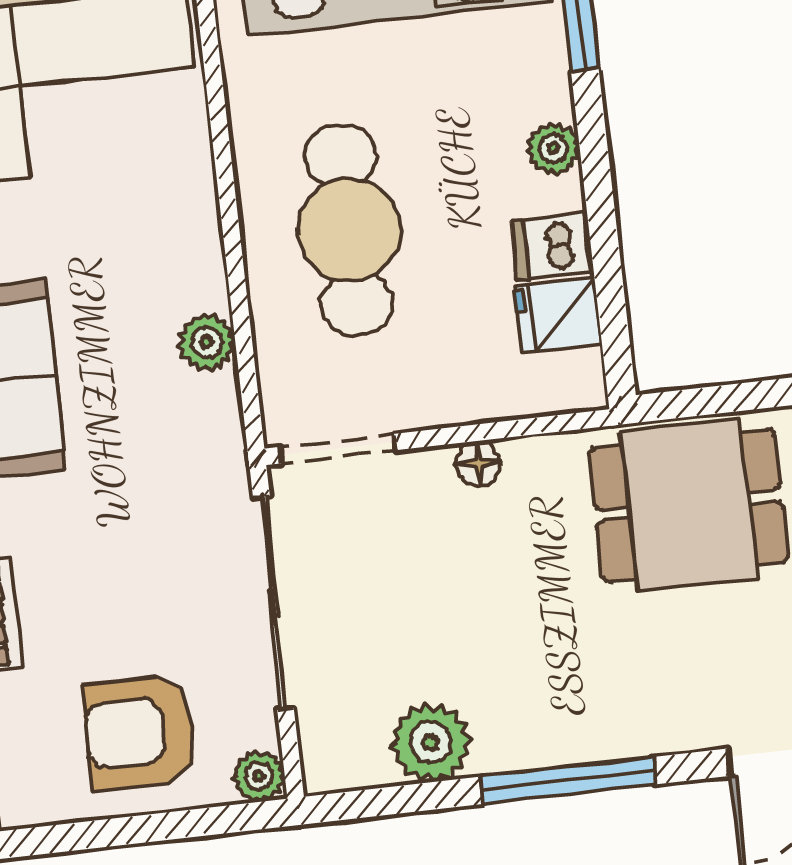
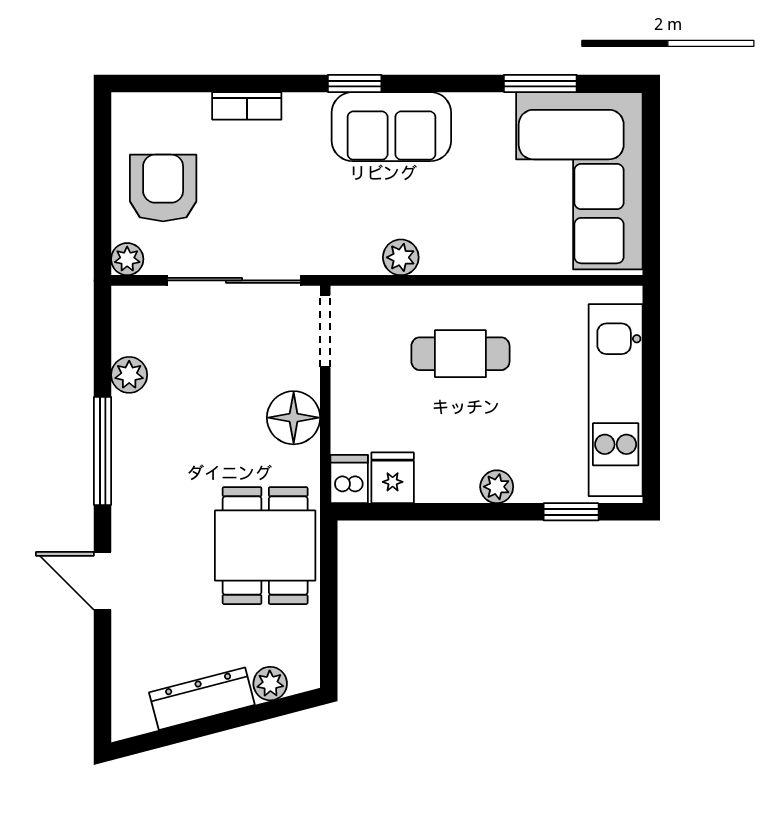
cafe table: (349, 230) -> (460, 354), width x0.73, depth x0.74
dishwasher: (552, 246) -> (349, 479), moved
floor lamp: (478, 464) -> (294, 418), width x1.89, depth x1.89
plant: (430, 743) -> (129, 375), width x0.73, depth x0.73

